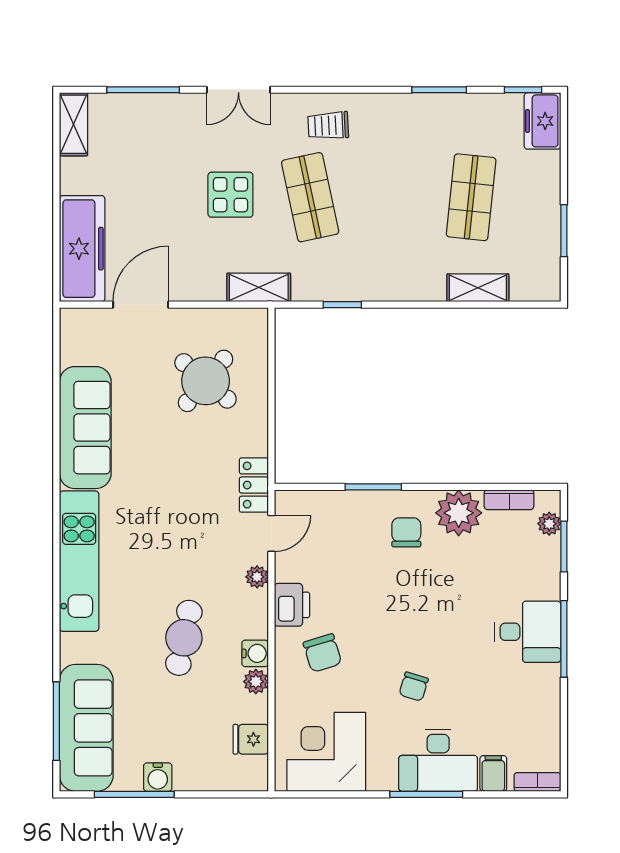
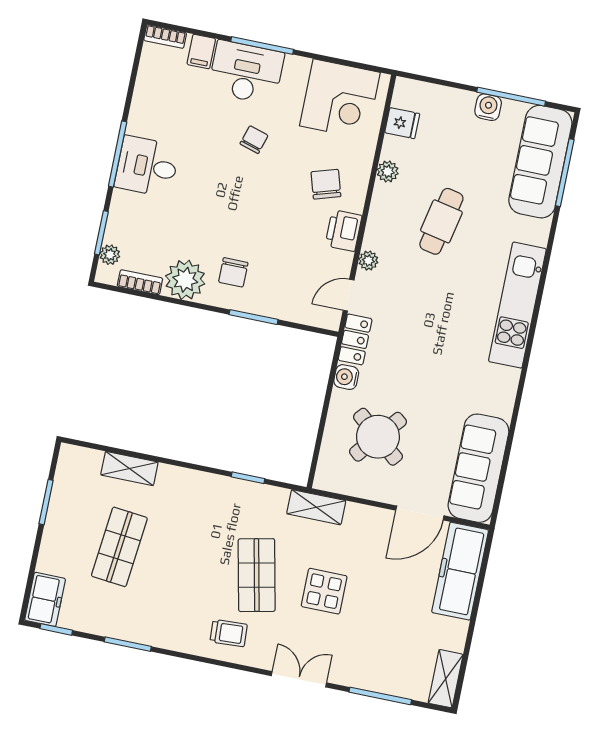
sofa: (85, 428) -> (478, 468), moved
water cooler: (255, 653) -> (346, 377), moved

